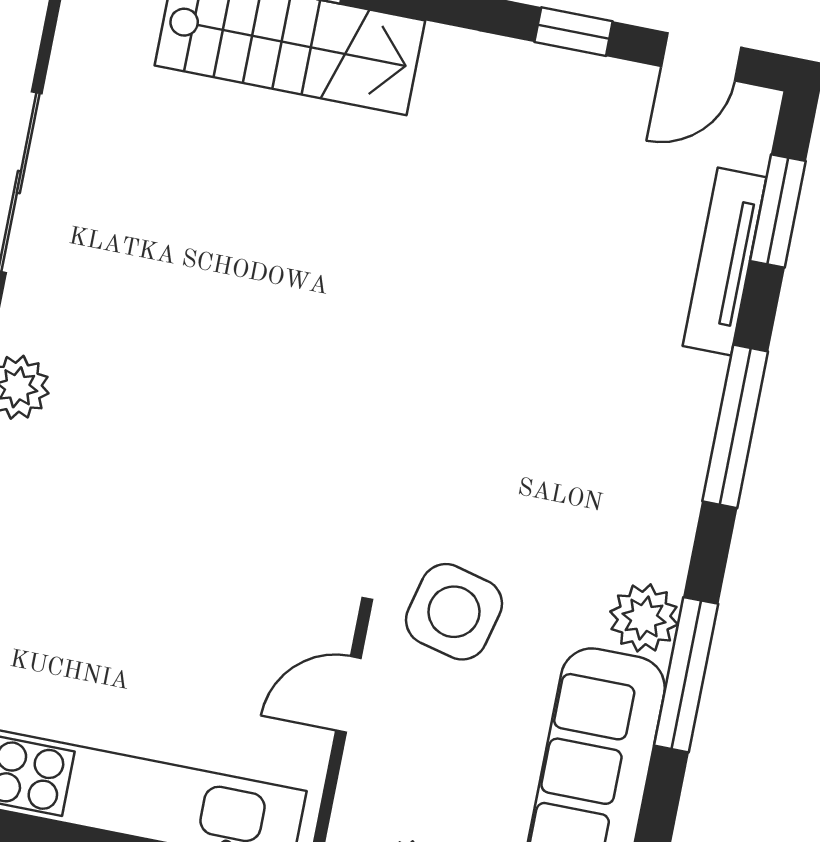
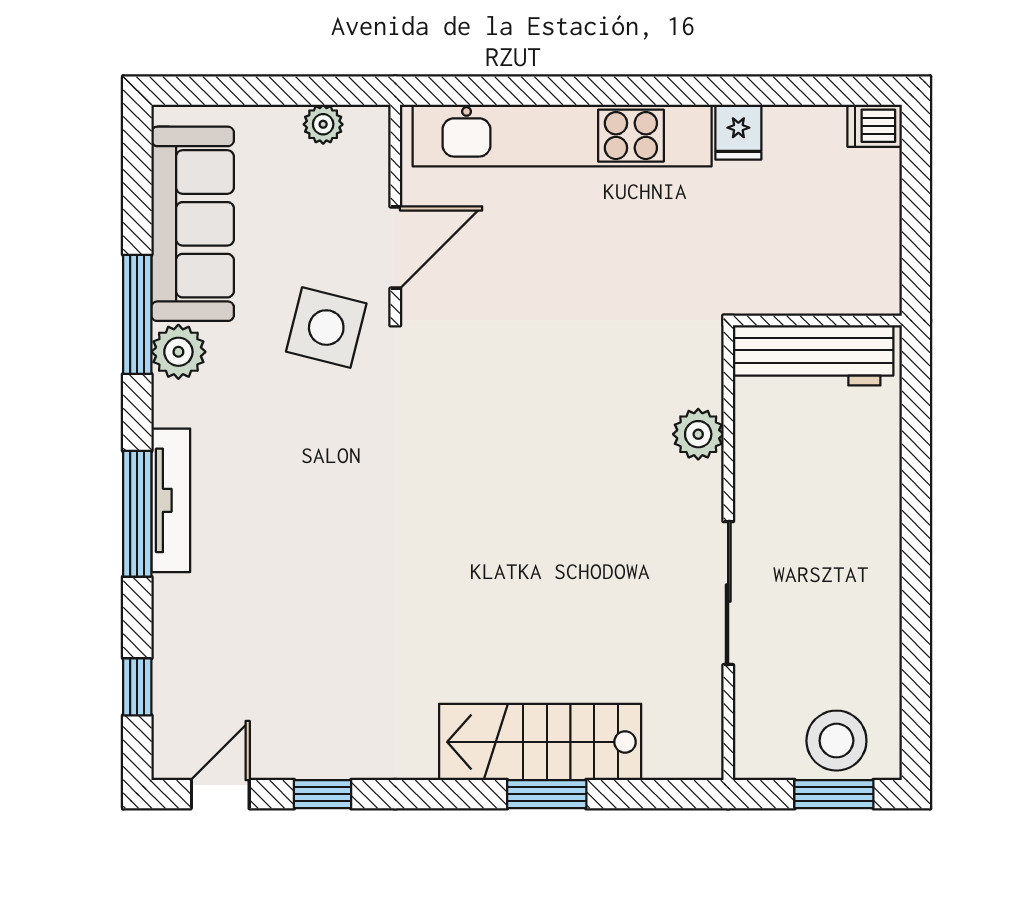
window: (778, 211) -> (137, 687), width x0.67
tv unit: (725, 262) -> (171, 500), moved
door: (348, 694) -> (395, 248), width x1.38

